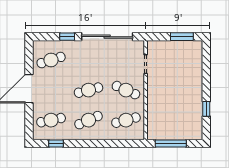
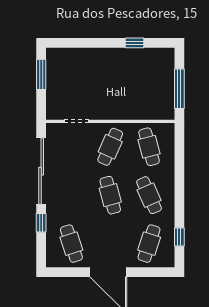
cafe table: (51, 120) -> (149, 244), turned 30

